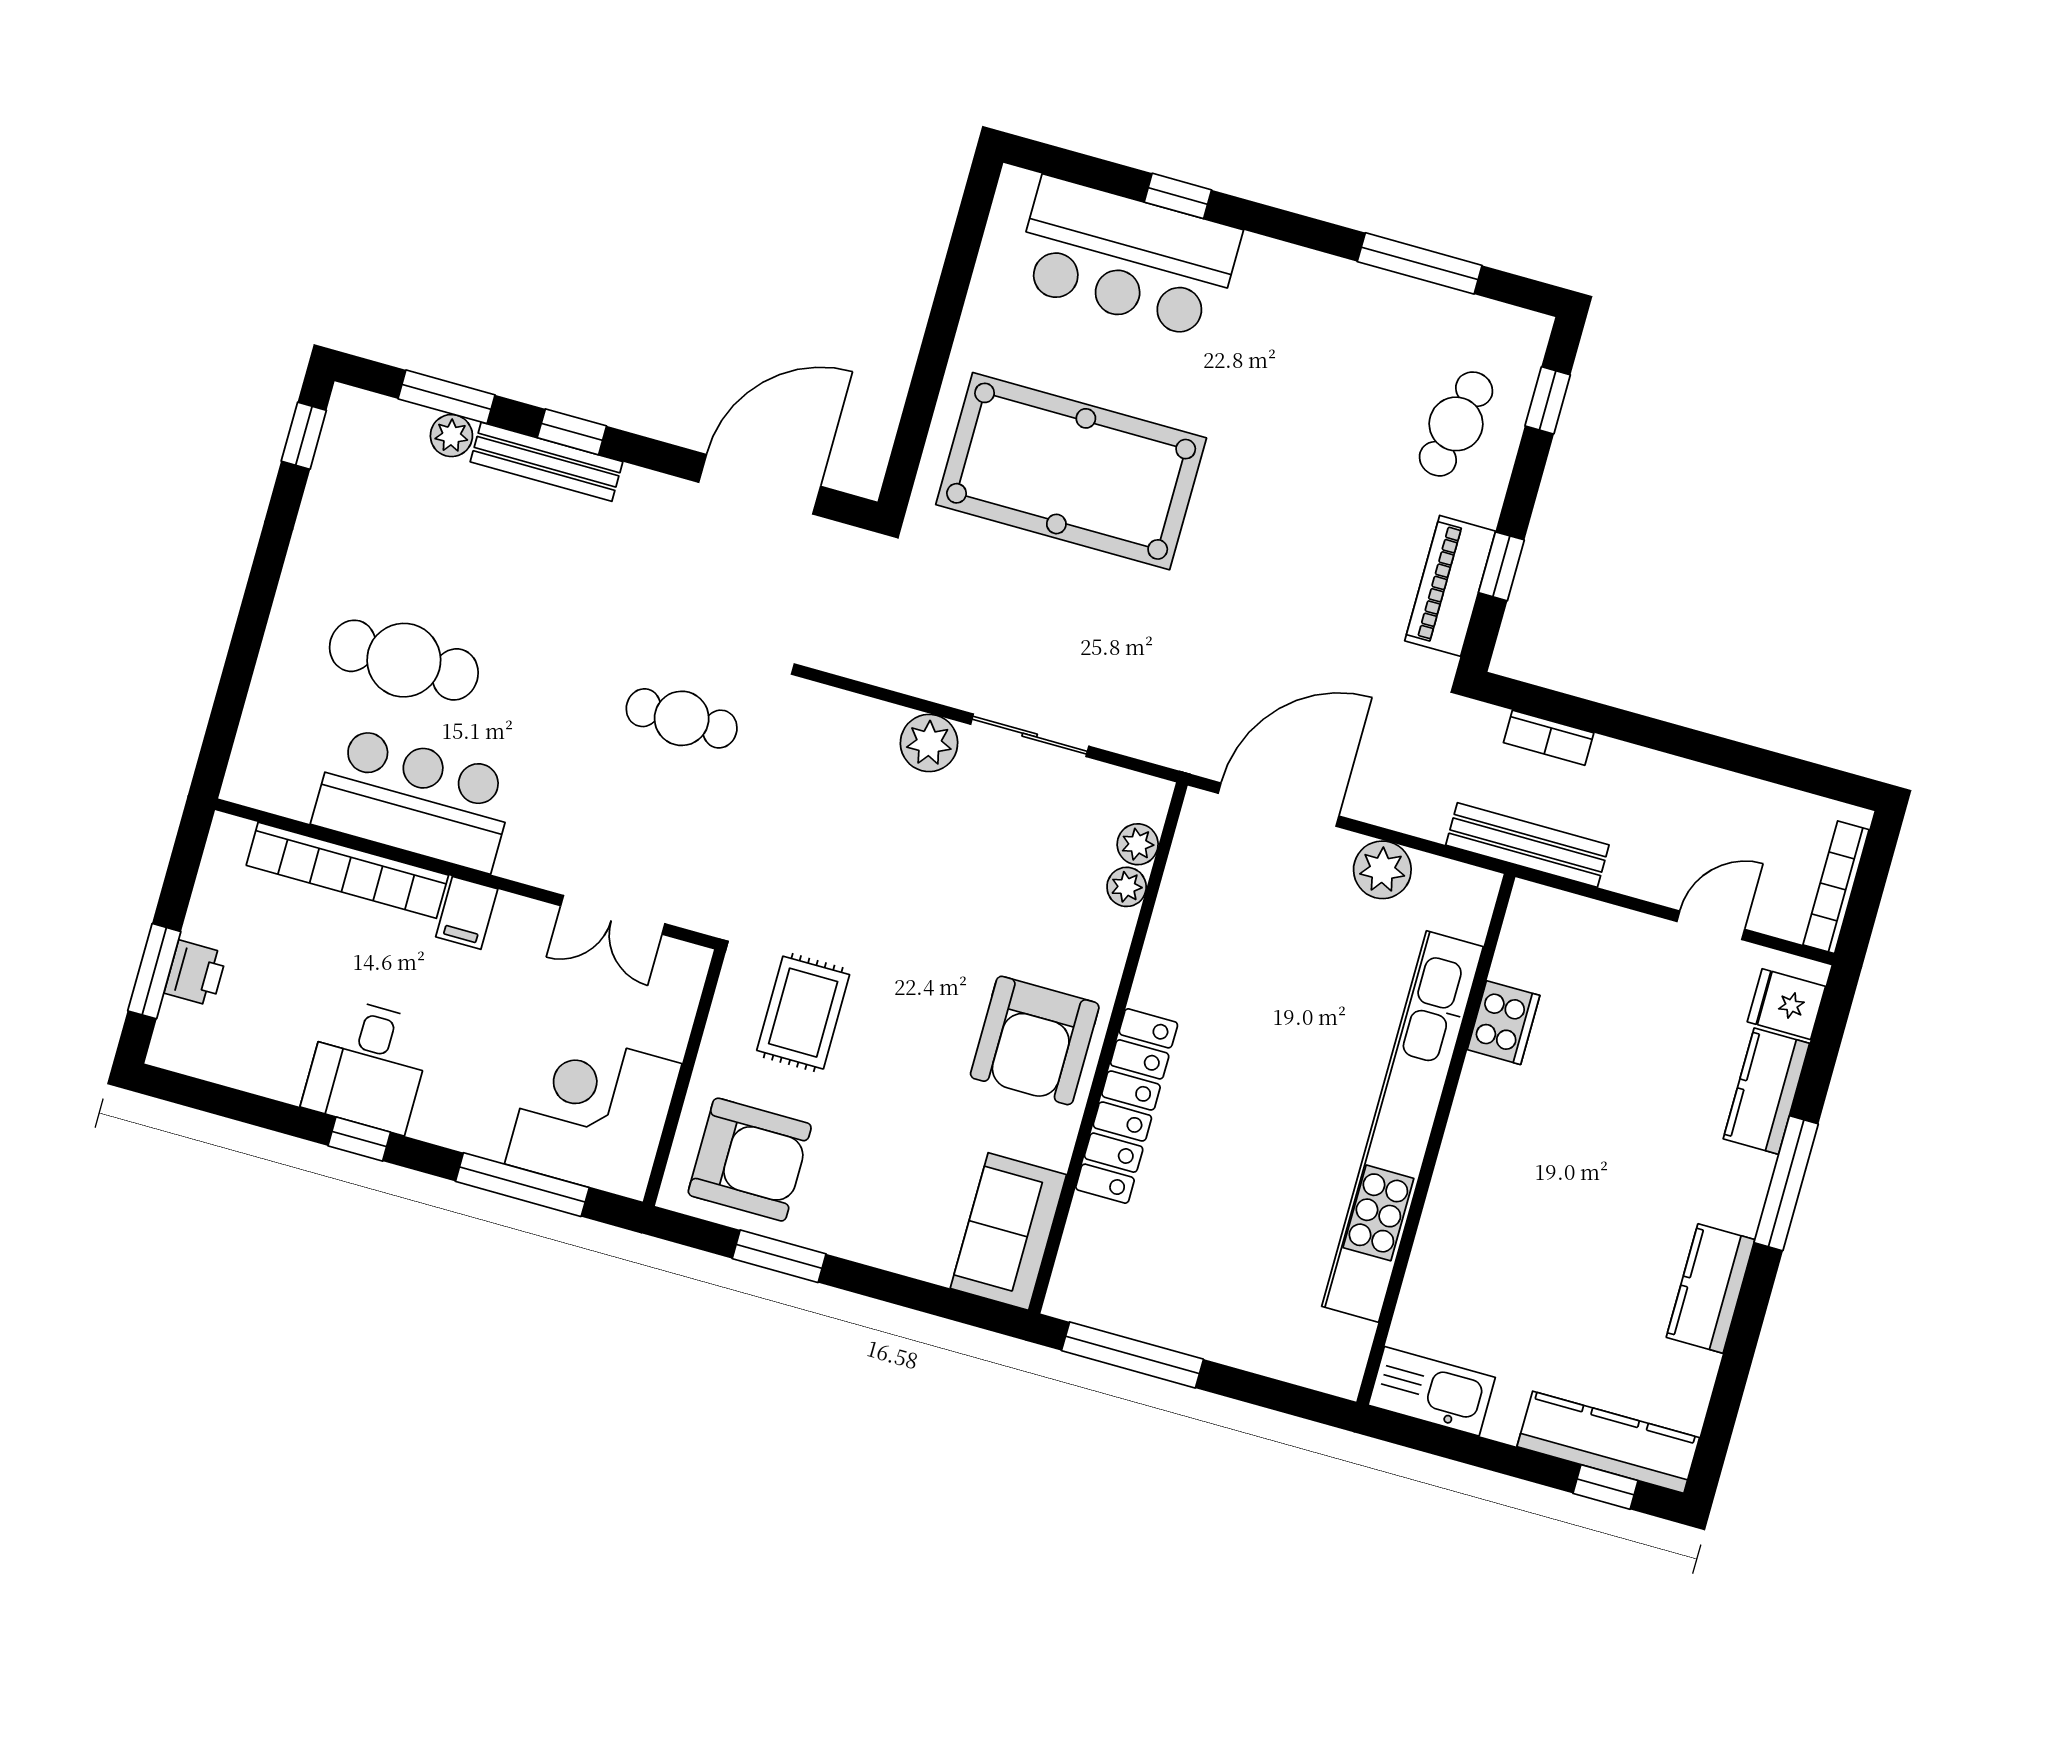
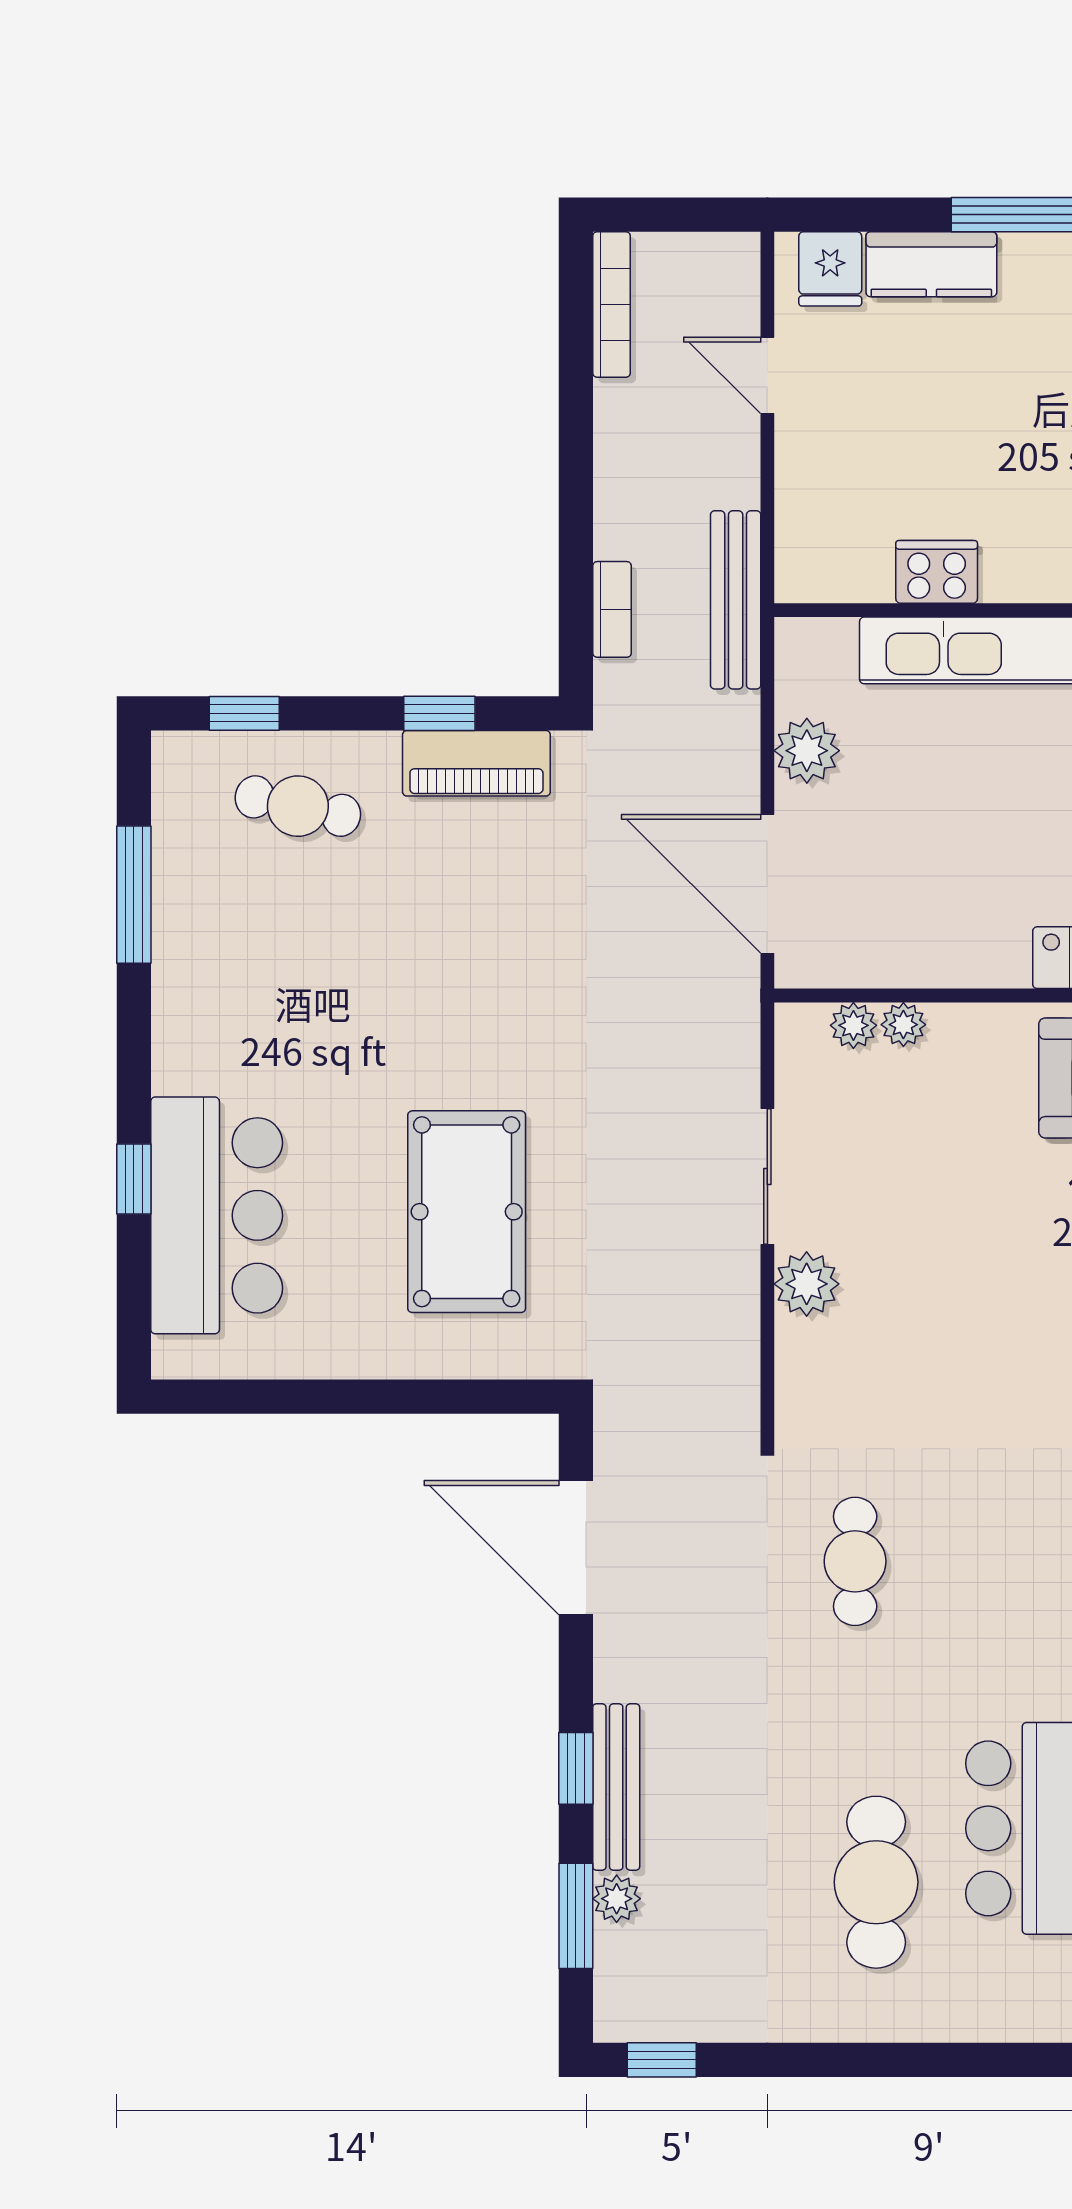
pool table: (1071, 471) -> (467, 1212), width x0.73, depth x0.76
bookcase: (1836, 887) -> (611, 304), moved, turned -90

